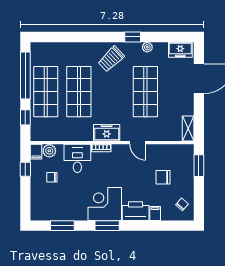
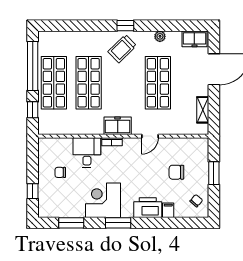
window: (133, 37) -> (125, 26), moved
shelving: (188, 128) -> (203, 110), moved
door: (138, 143) -> (150, 136), hinge flipped
plant: (49, 151) -> (58, 145), removed
filing cabinet: (36, 152) -> (44, 146), removed
window: (199, 166) -> (214, 173), moved
window: (25, 169) -> (33, 191), moved
corner desk: (105, 204) -> (103, 200), moved

